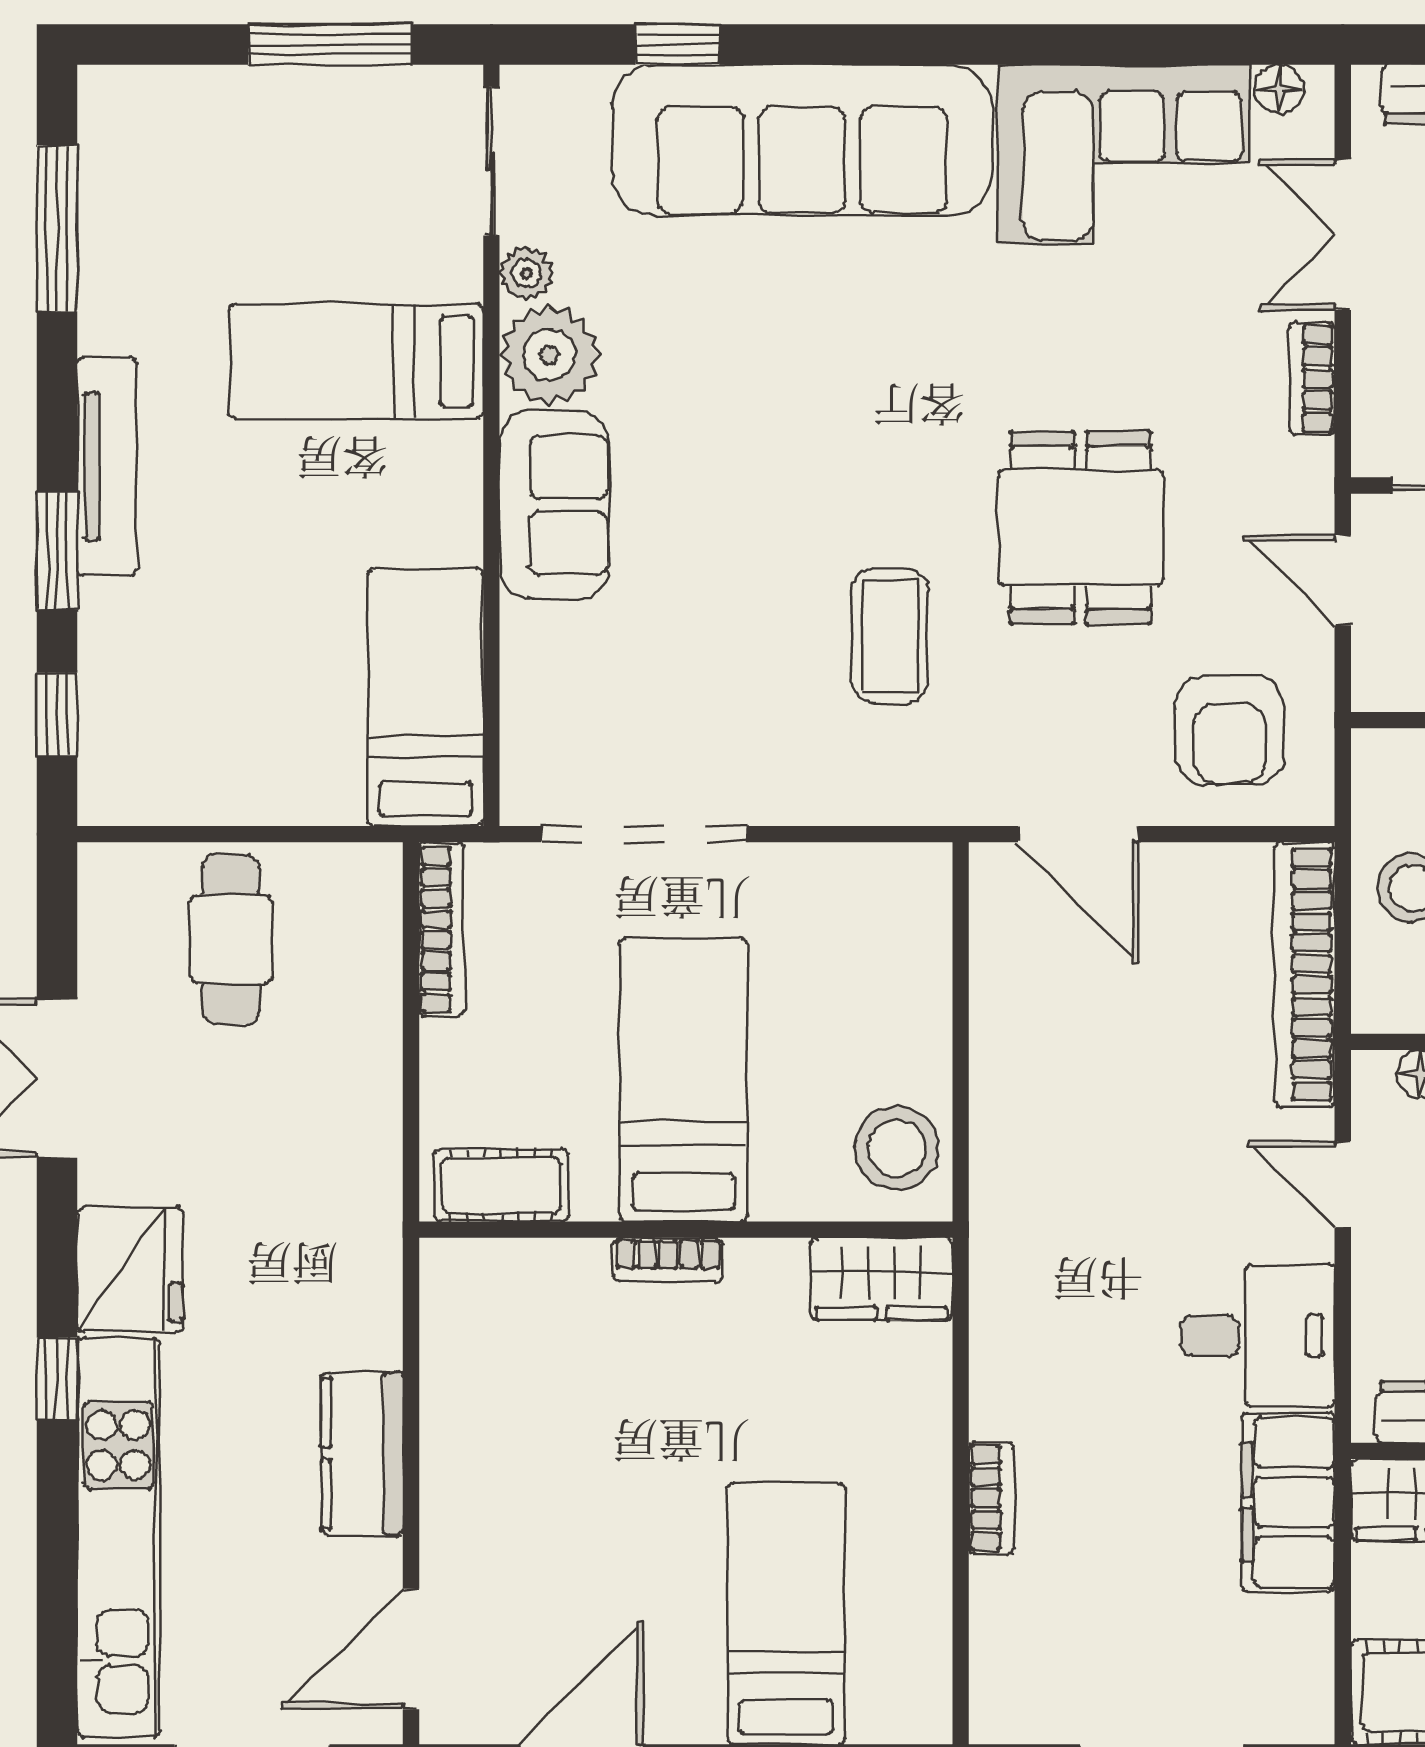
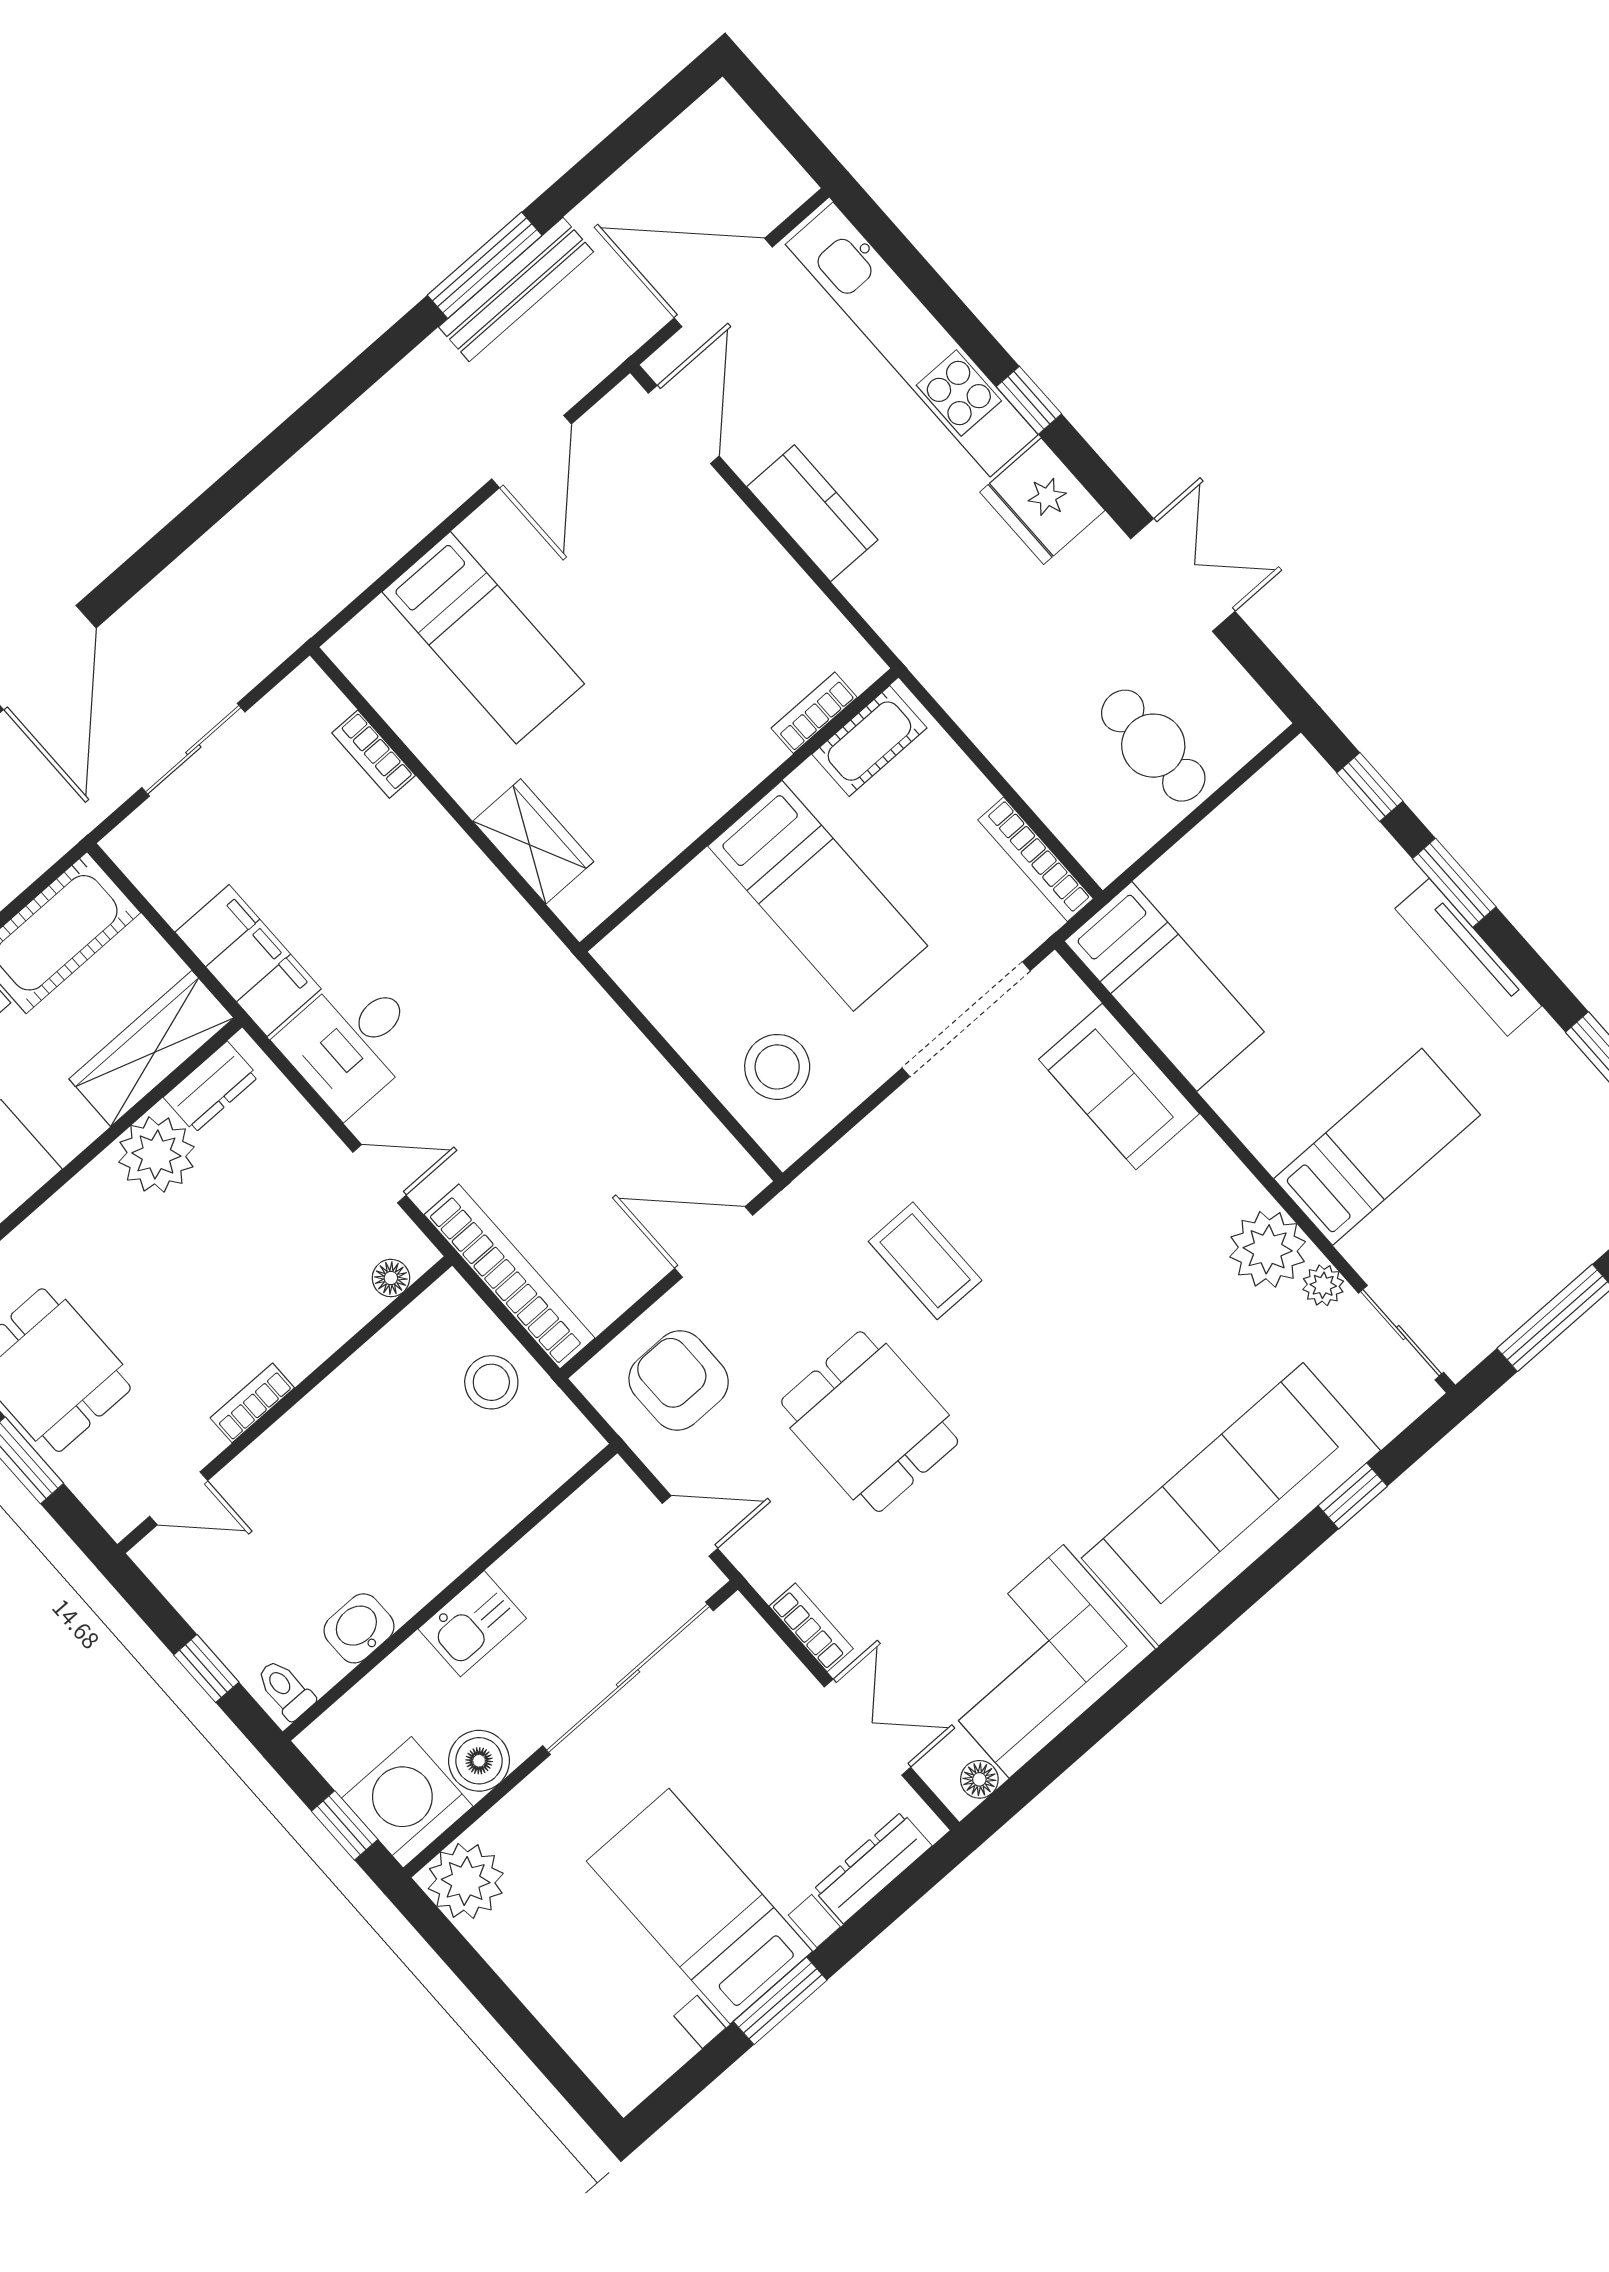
sofa: (554, 505) -> (1119, 1086), moved
stool: (897, 1148) -> (777, 1067), moved
bookcase: (668, 1260) -> (814, 713), moved
wardrobe: (881, 1279) -> (533, 841), moved, turned 90
bookcase: (991, 1498) -> (374, 754), moved

